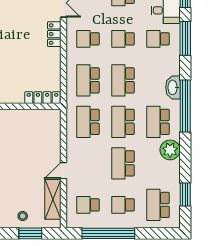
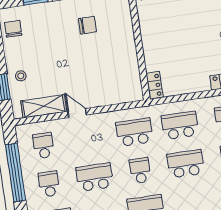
locker: (42, 98) -> (155, 85), width x0.66
school desk: (123, 122) -> (140, 170), width x0.54

